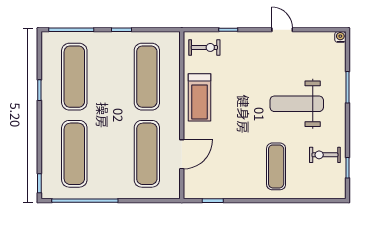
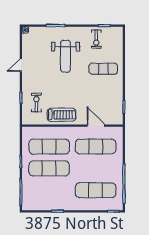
exercise bike: (204, 47) -> (36, 103), moved
exercise mat: (74, 77) -> (49, 168), moved

